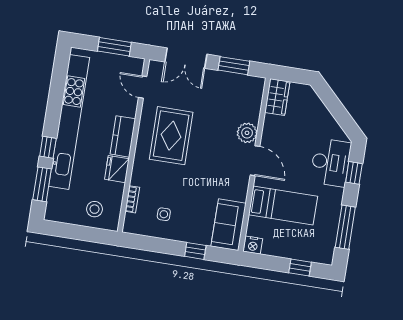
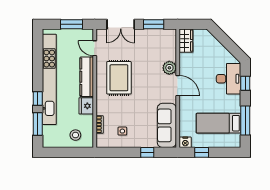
kitchen counter: (123, 136) -> (87, 77), width x1.50
bed: (283, 206) -> (218, 123), moved, turned 180
sofa: (229, 225) -> (167, 125), width x1.36
window: (300, 268) -> (202, 152), moved

